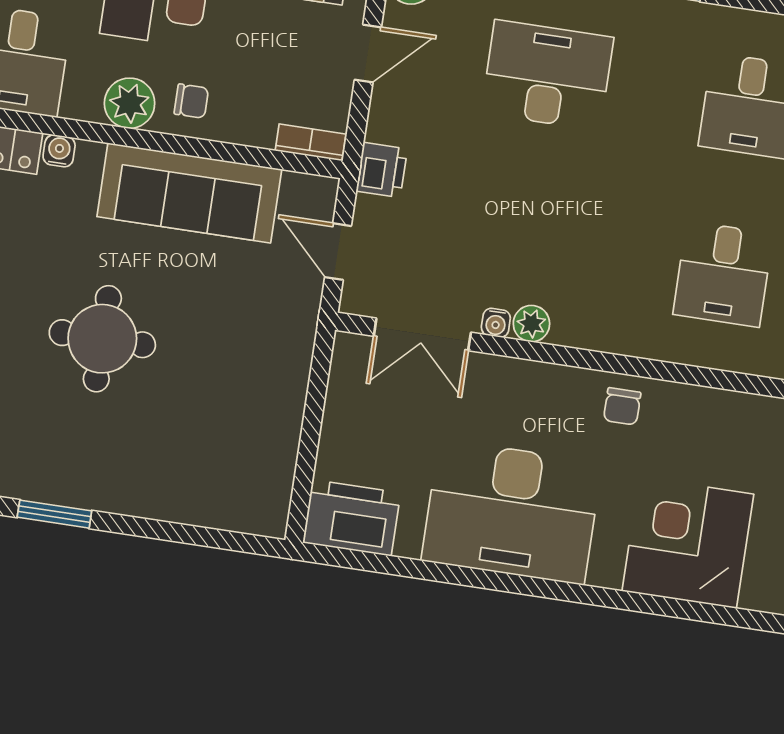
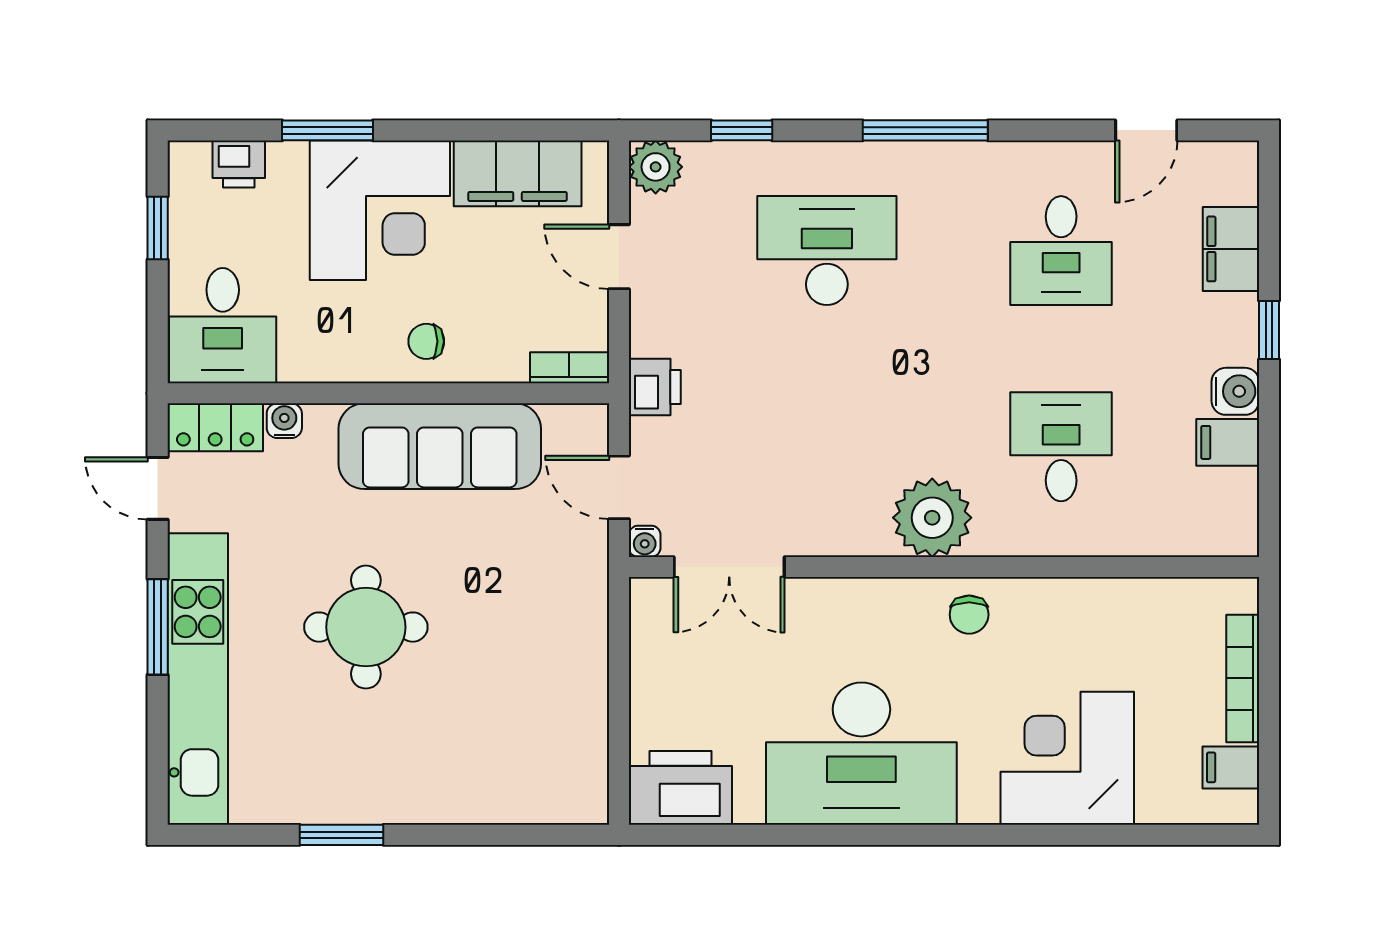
door: (368, 53) -> (619, 257), swing flipped
chair: (191, 101) -> (426, 341), turned 180
plant: (130, 103) -> (356, 354), removed
desk: (723, 274) -> (1061, 447), turned 180
water cooler: (496, 323) -> (645, 541), moved
plant: (531, 324) -> (932, 518), moved, width x1.88, depth x1.88

